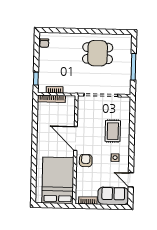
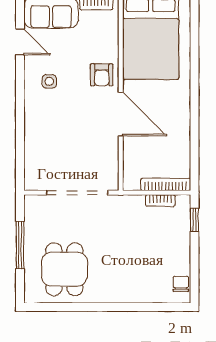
dining table: (98, 53) -> (64, 269), moved, turned 90
rug: (113, 131) -> (54, 129), removed

